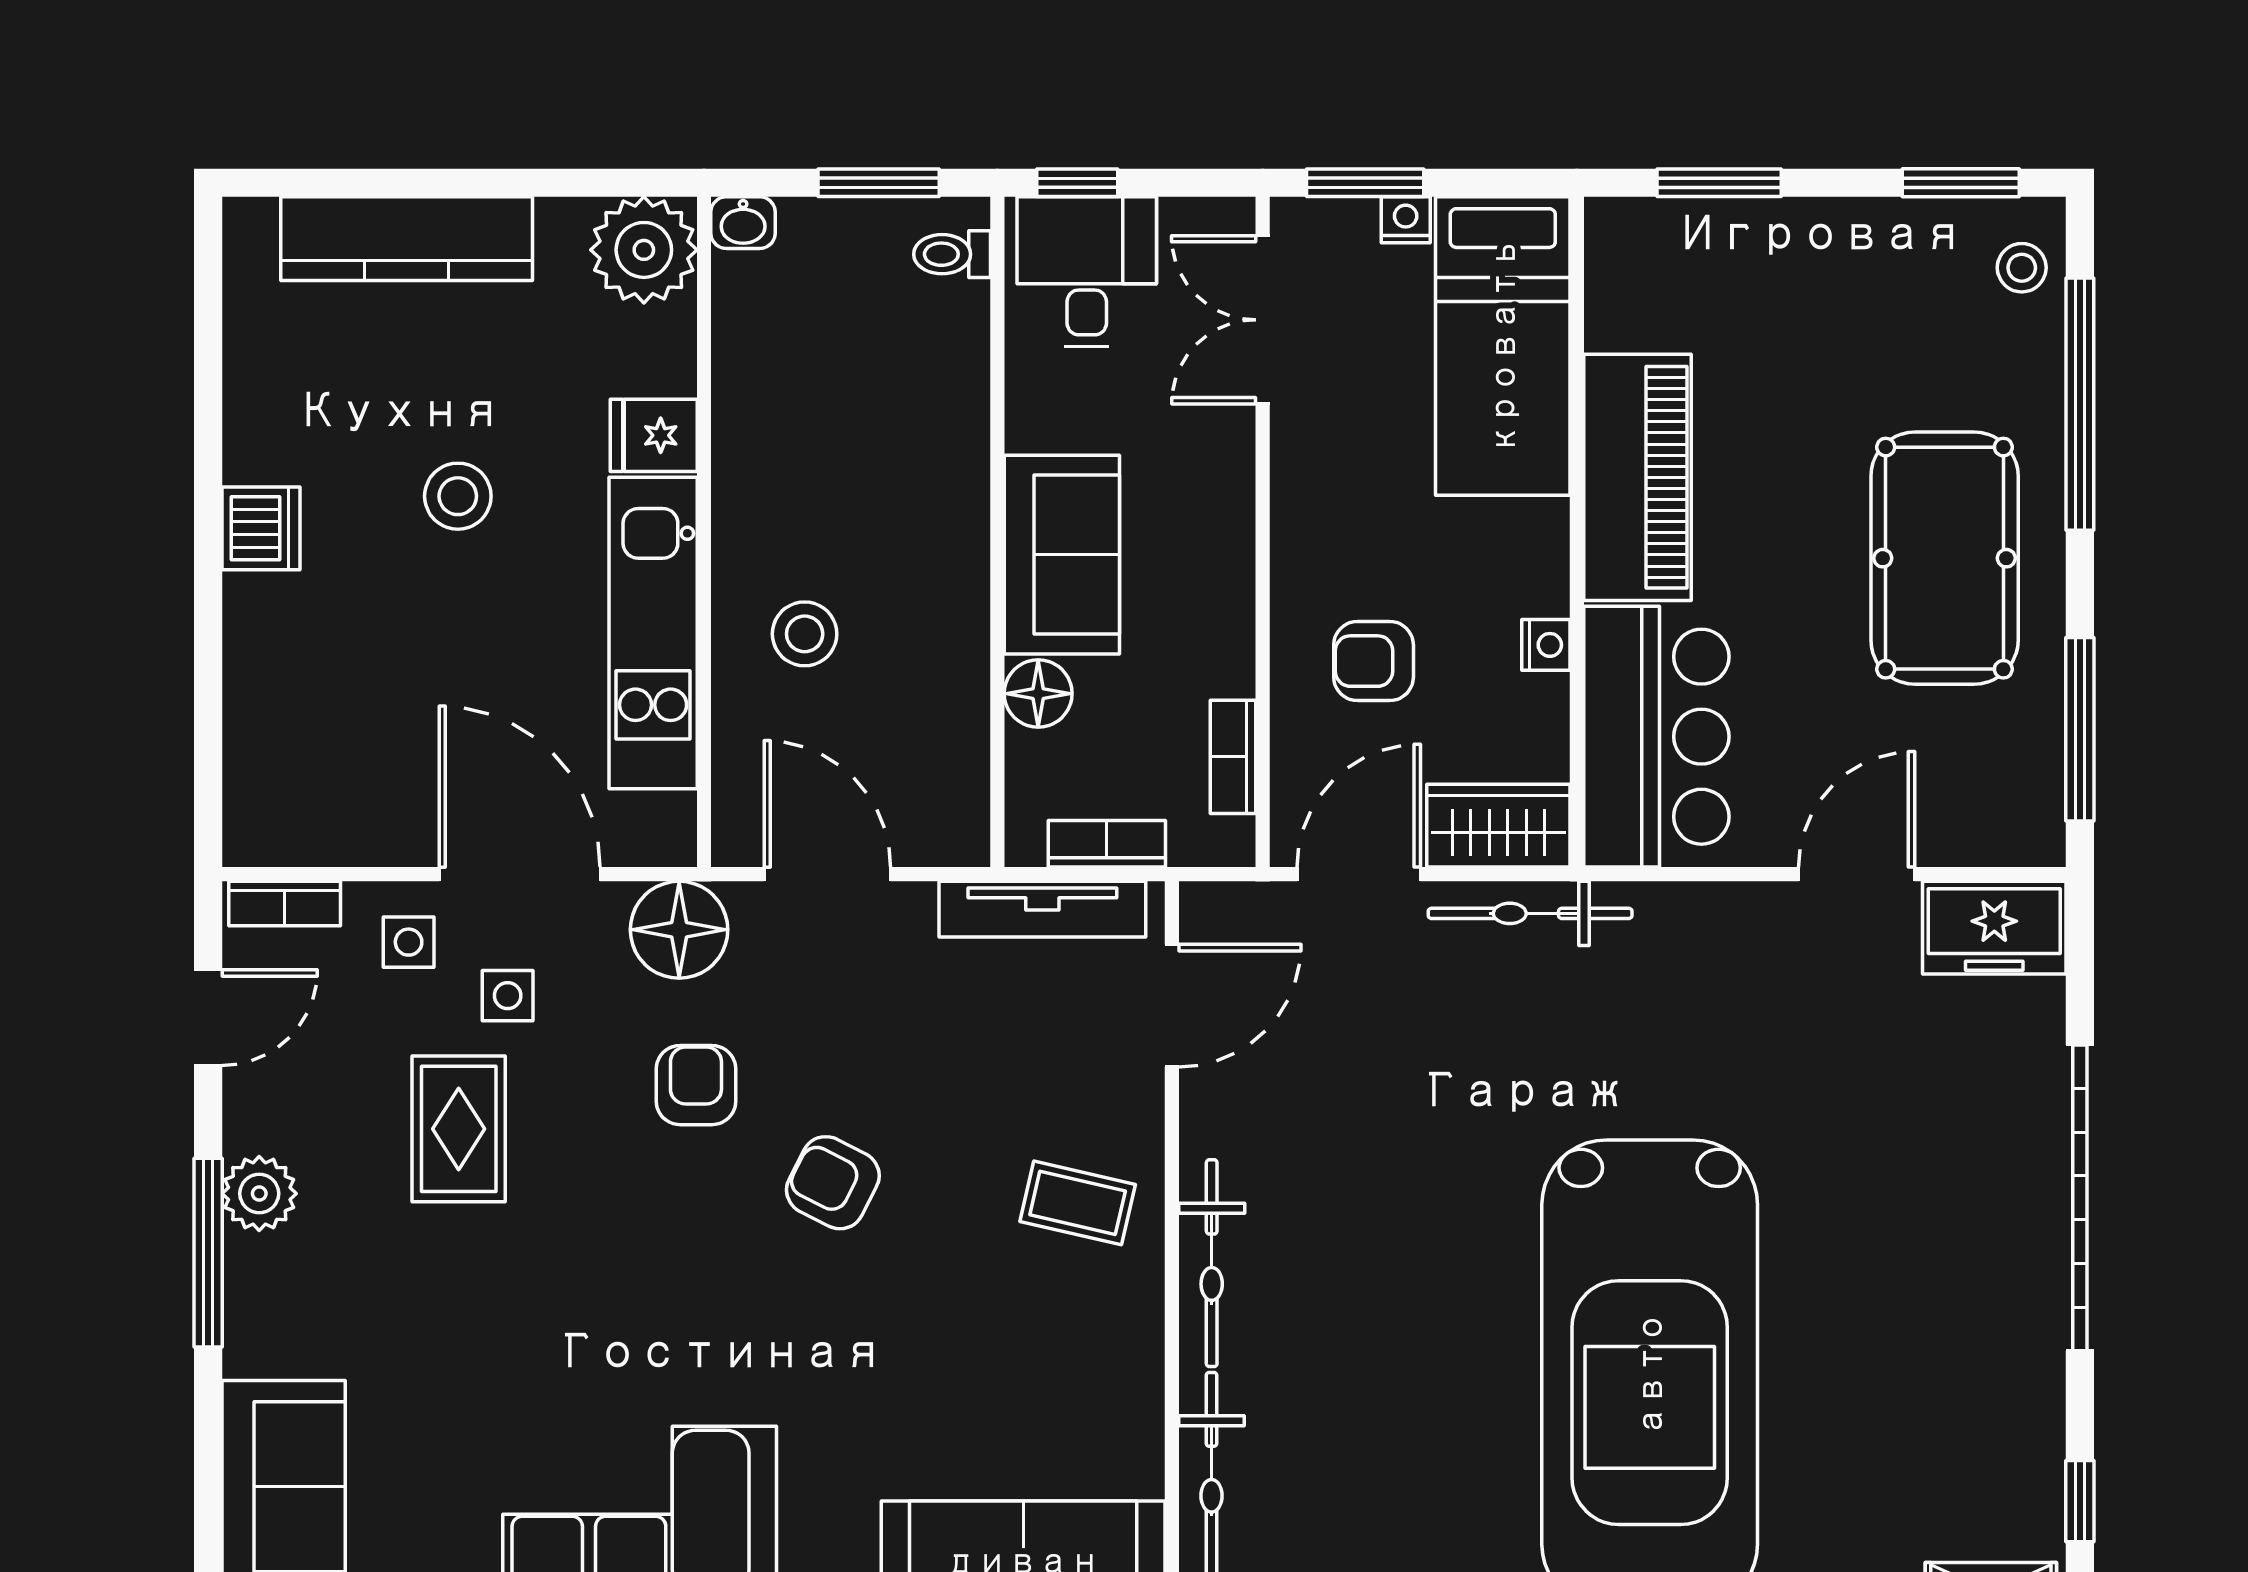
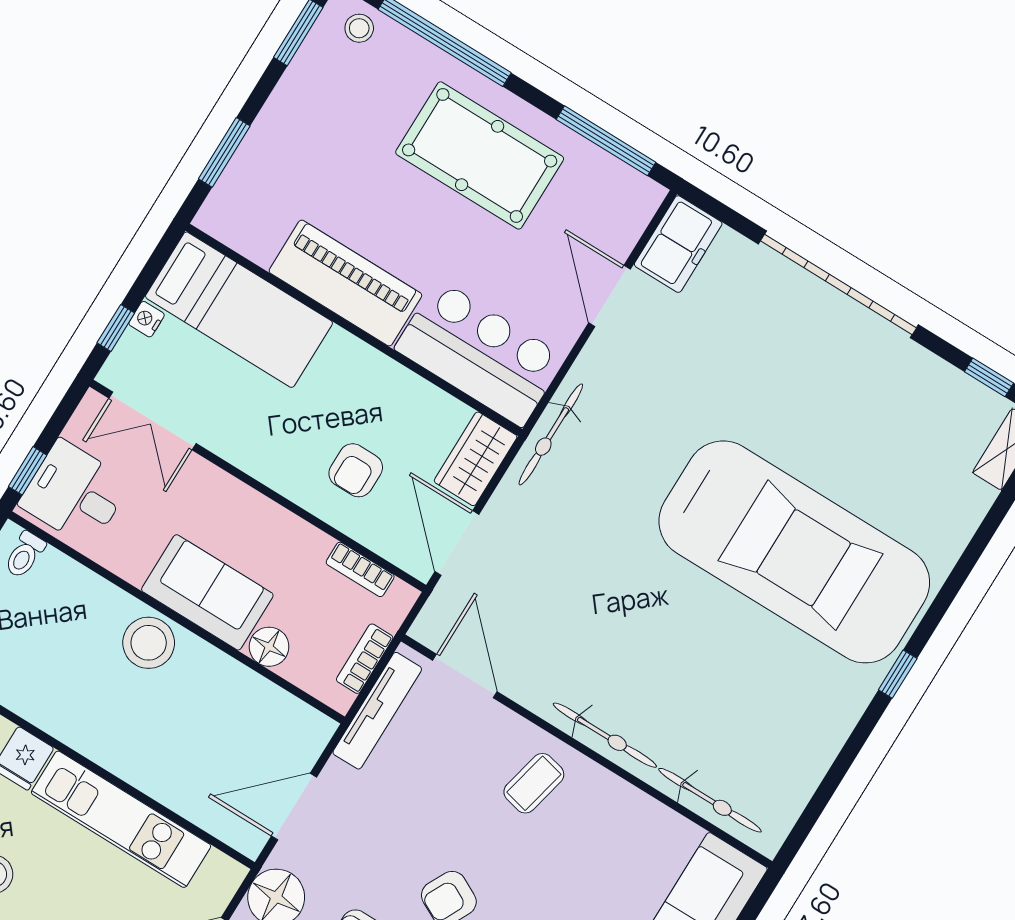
window: (1365, 183) -> (116, 328), width x0.67
stool: (805, 634) -> (149, 643), moved, width x1.38, depth x1.38
nightstand: (1546, 645) -> (401, 380), removed
bicycle: (1530, 913) -> (551, 434), moved

